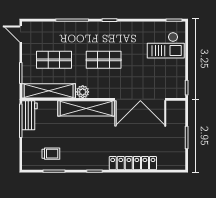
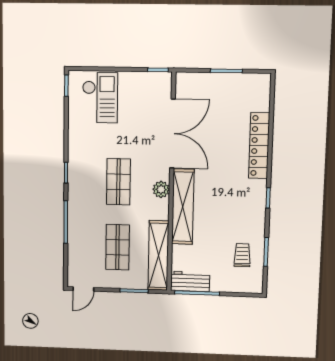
plant: (83, 92) -> (161, 189), moved

